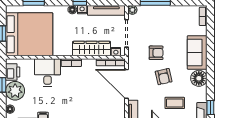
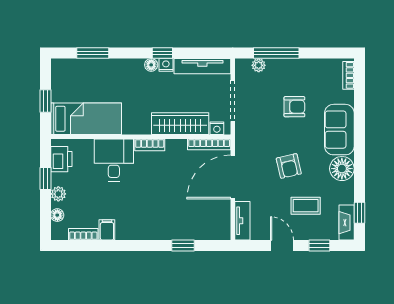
plant: (132, 10) -> (259, 65), moved
bed: (29, 34) -> (86, 119), width x0.49
armchair: (156, 53) -> (294, 107), moved
door: (126, 84) -> (233, 177), hinge flipped
plant: (15, 91) -> (58, 194), width x0.53, depth x0.53

